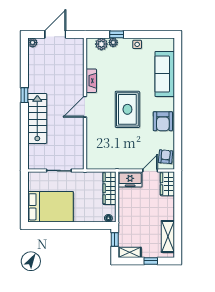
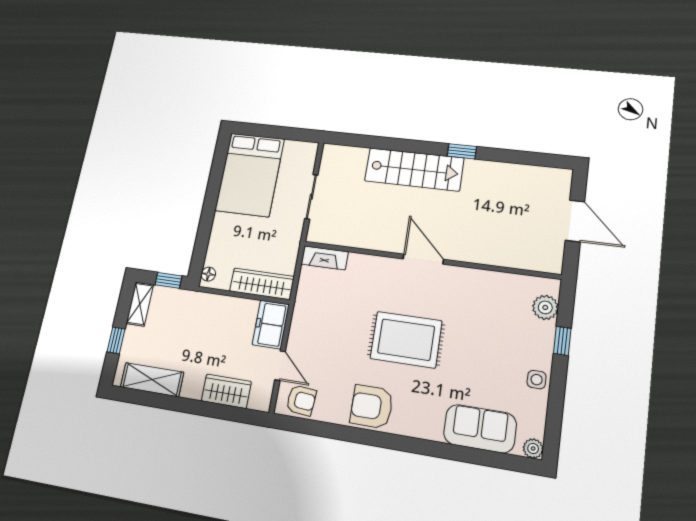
plant: (113, 42) -> (533, 449), moved
plant: (33, 43) -> (563, 177), removed
sofa: (165, 74) -> (480, 429), width x0.73
fireplace: (91, 81) -> (325, 258), moved
wardrobe: (167, 184) -> (226, 391), moved

